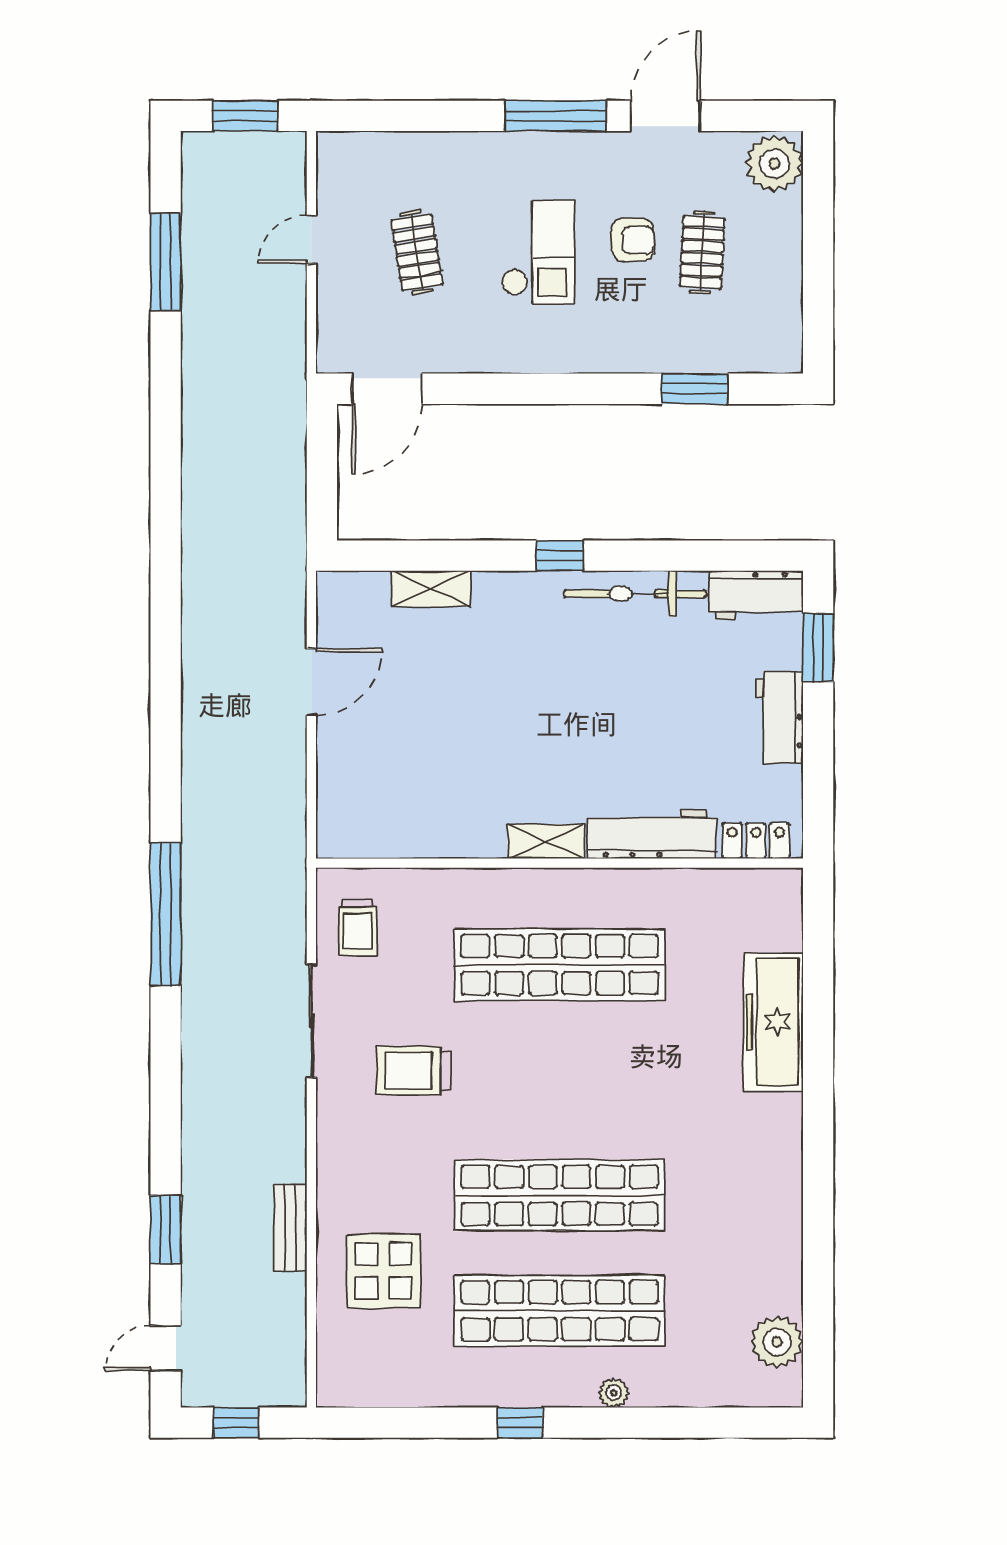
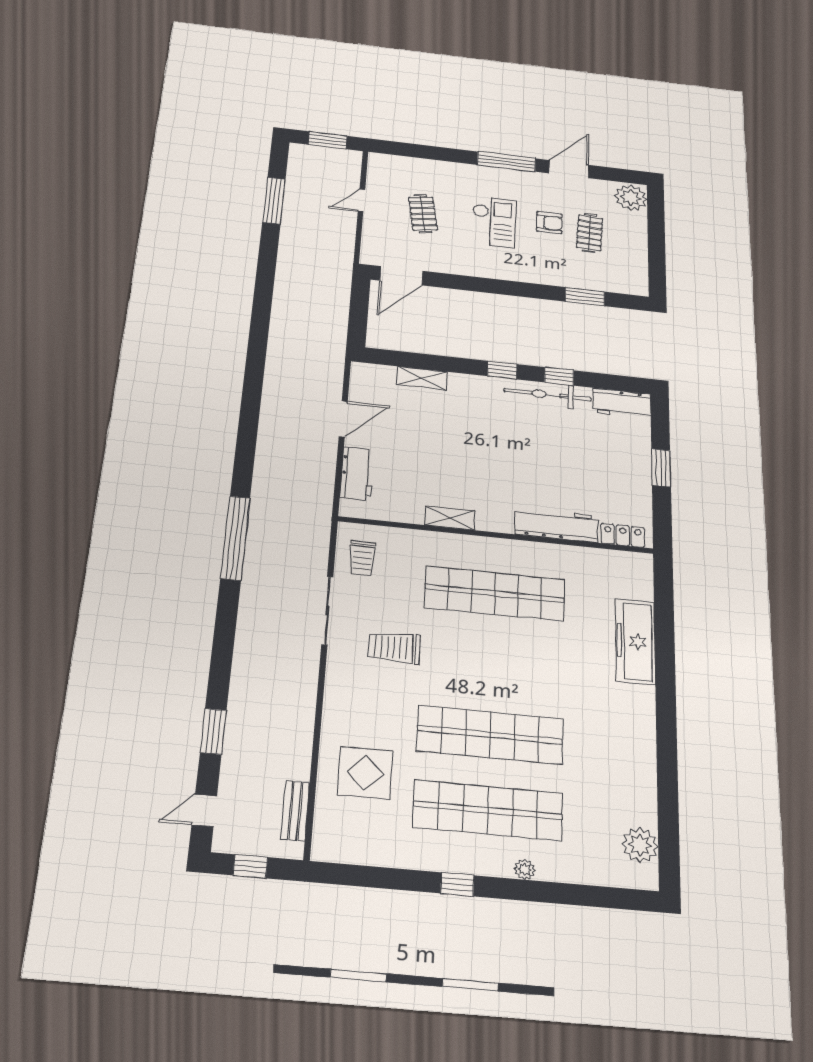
window: (653, 556) -> (559, 376), added
window: (818, 648) -> (661, 468), moved
workbench: (780, 717) -> (357, 473), moved, turned 180
shelving: (546, 841) -> (450, 518), moved
bench: (290, 1227) -> (295, 811), moved

